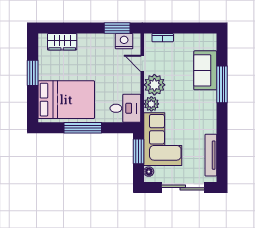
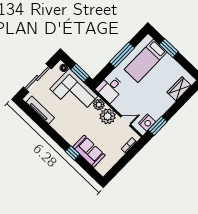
window: (33, 73) -> (169, 48), moved
window: (222, 84) -> (73, 153), width x0.46
bed: (66, 100) -> (146, 61), width x0.67

